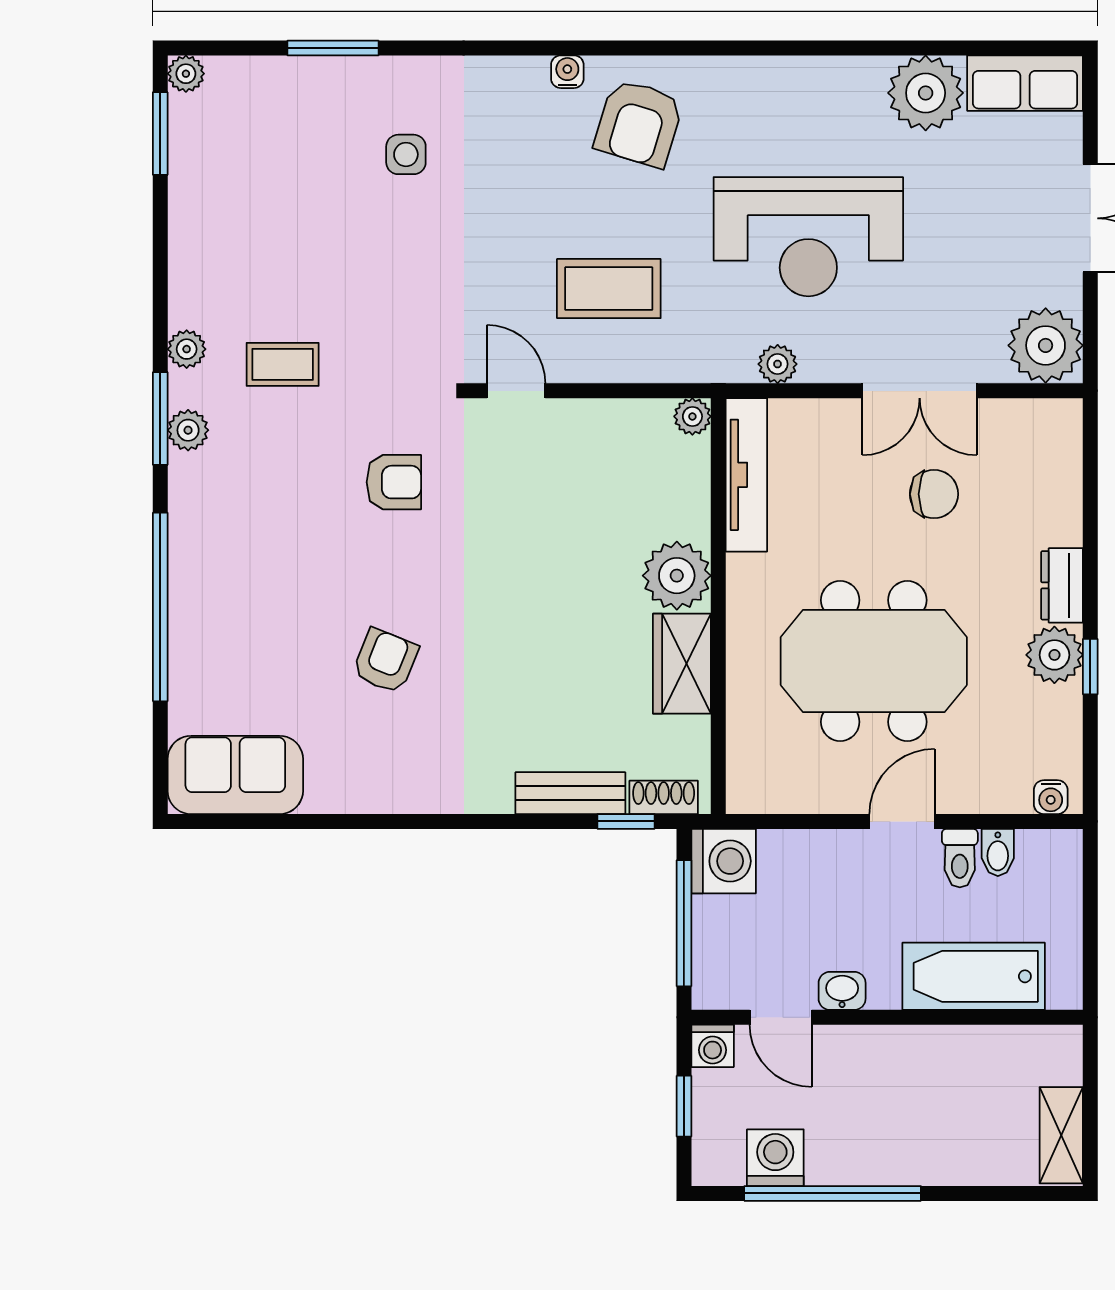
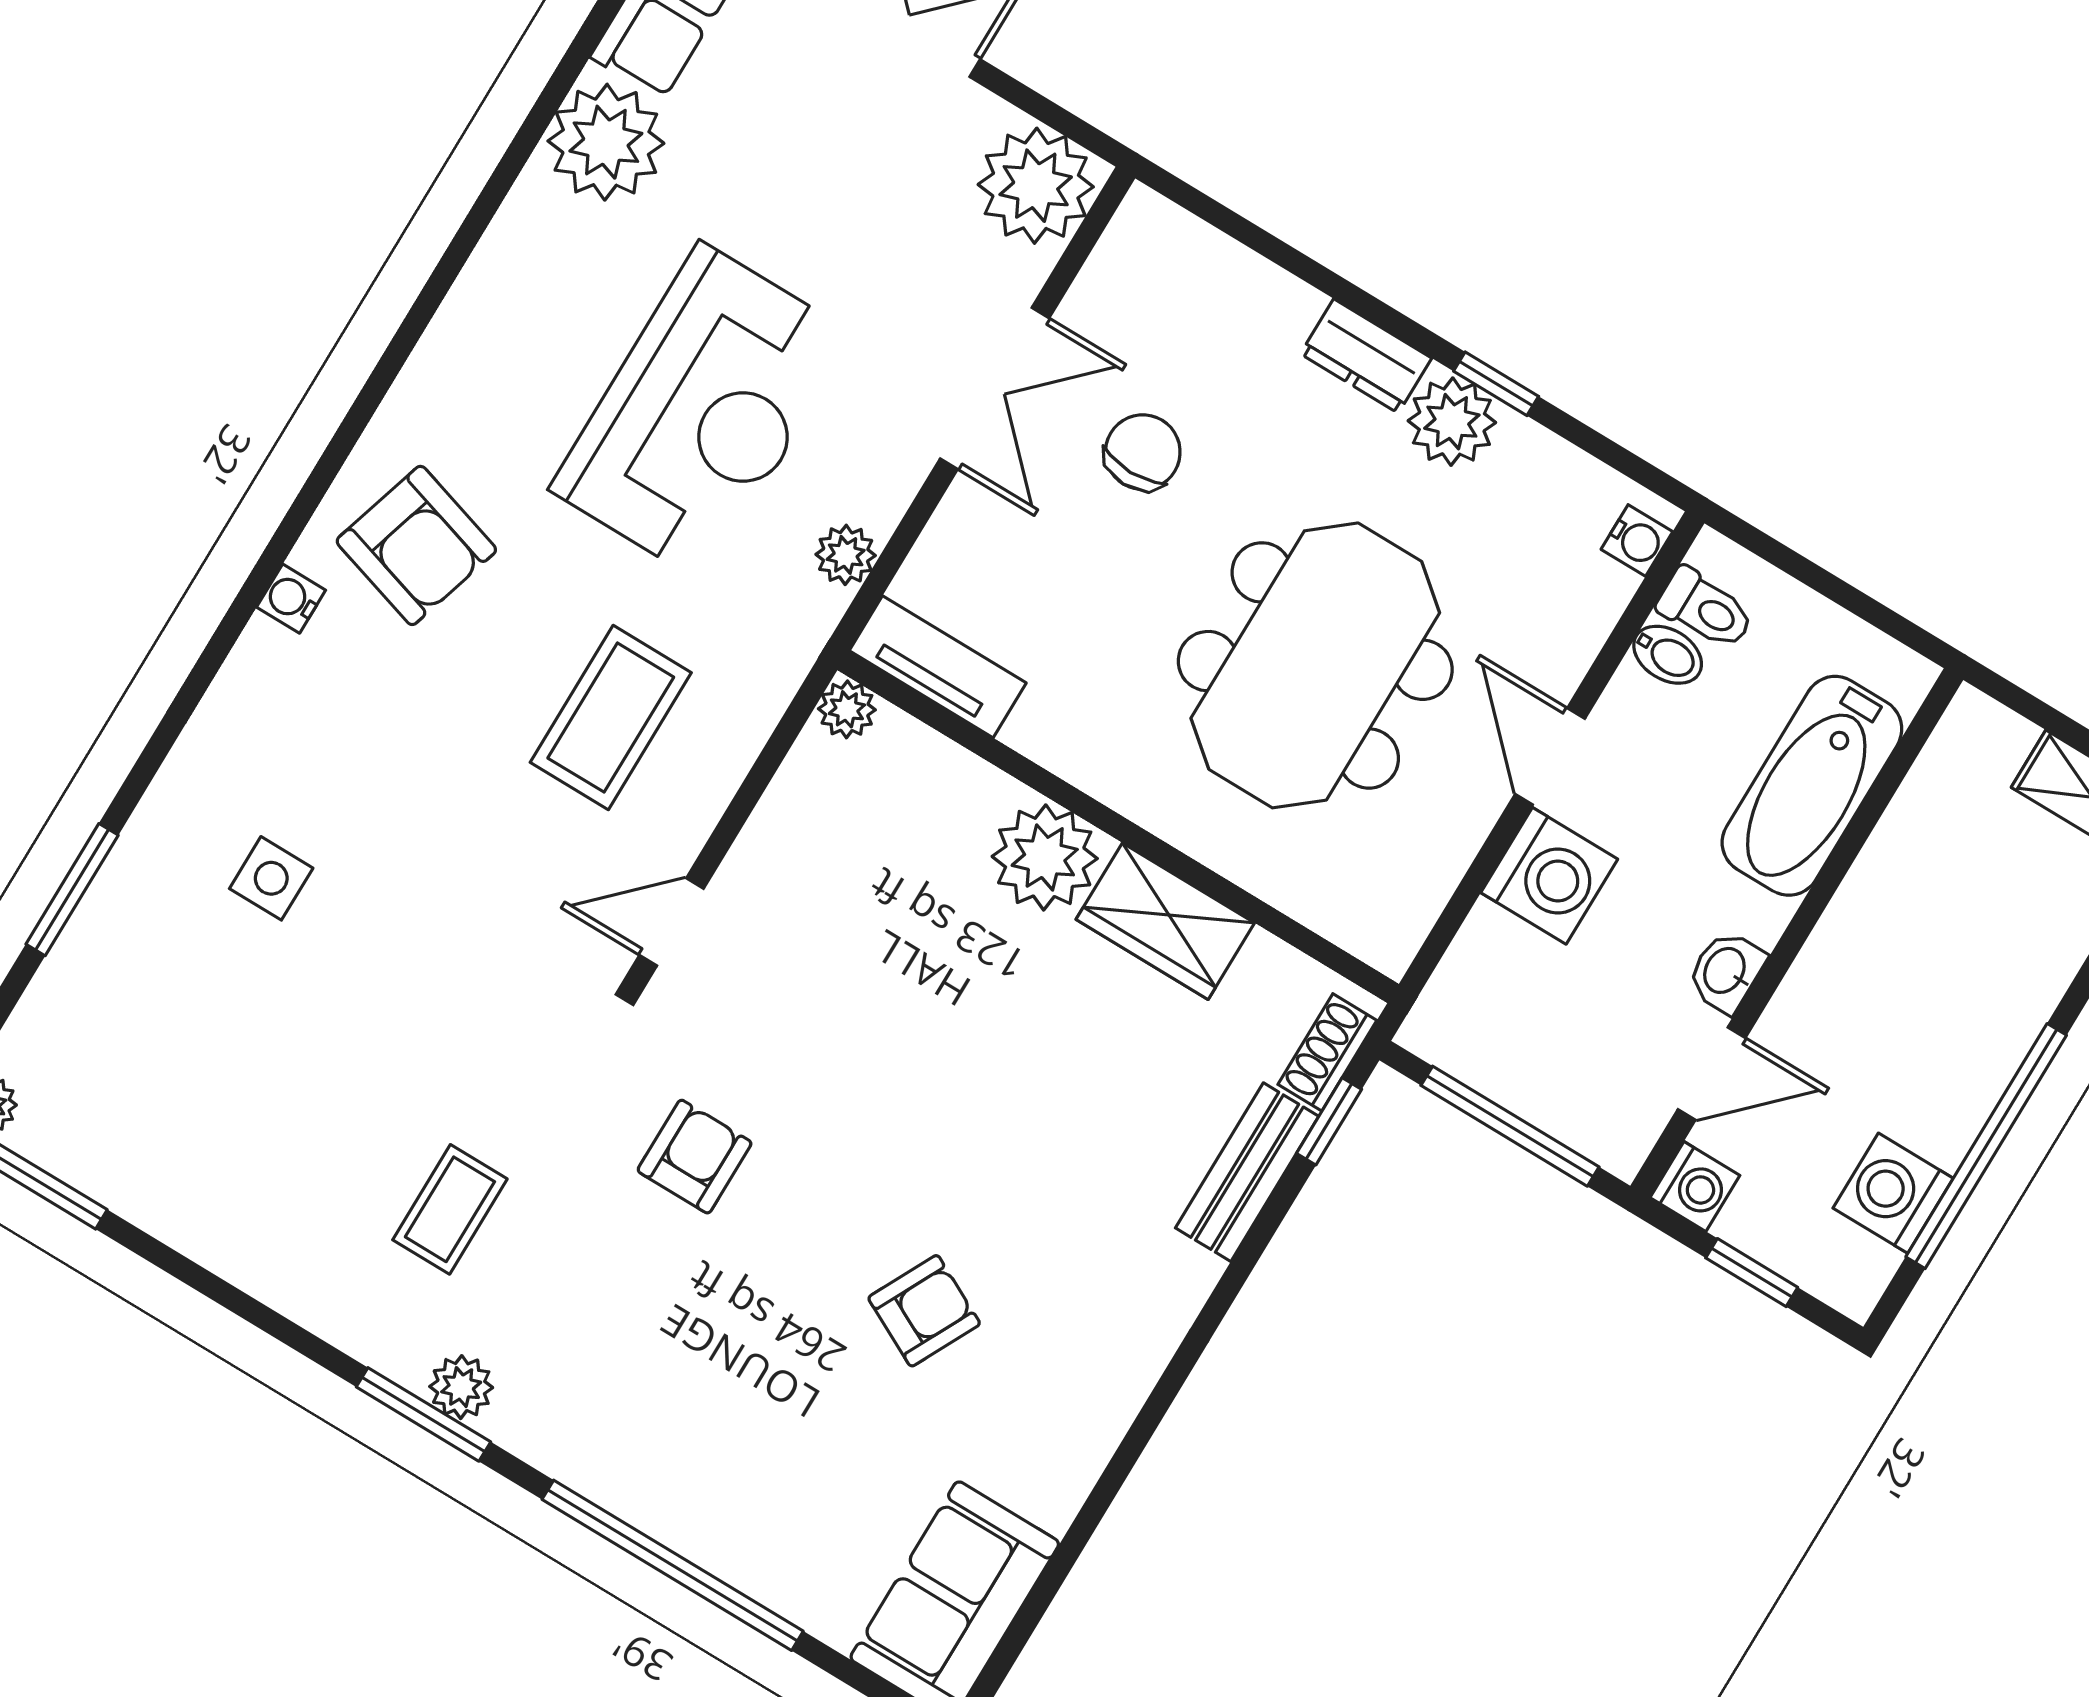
plant: (187, 349) -> (353, 1324), removed
tv unit: (746, 475) -> (938, 667), width x0.71
armchair: (385, 661) -> (924, 1311), turned 95
toilet: (960, 858) -> (1706, 609), moved
washing machine: (724, 861) -> (1549, 876), moved, turned 90

